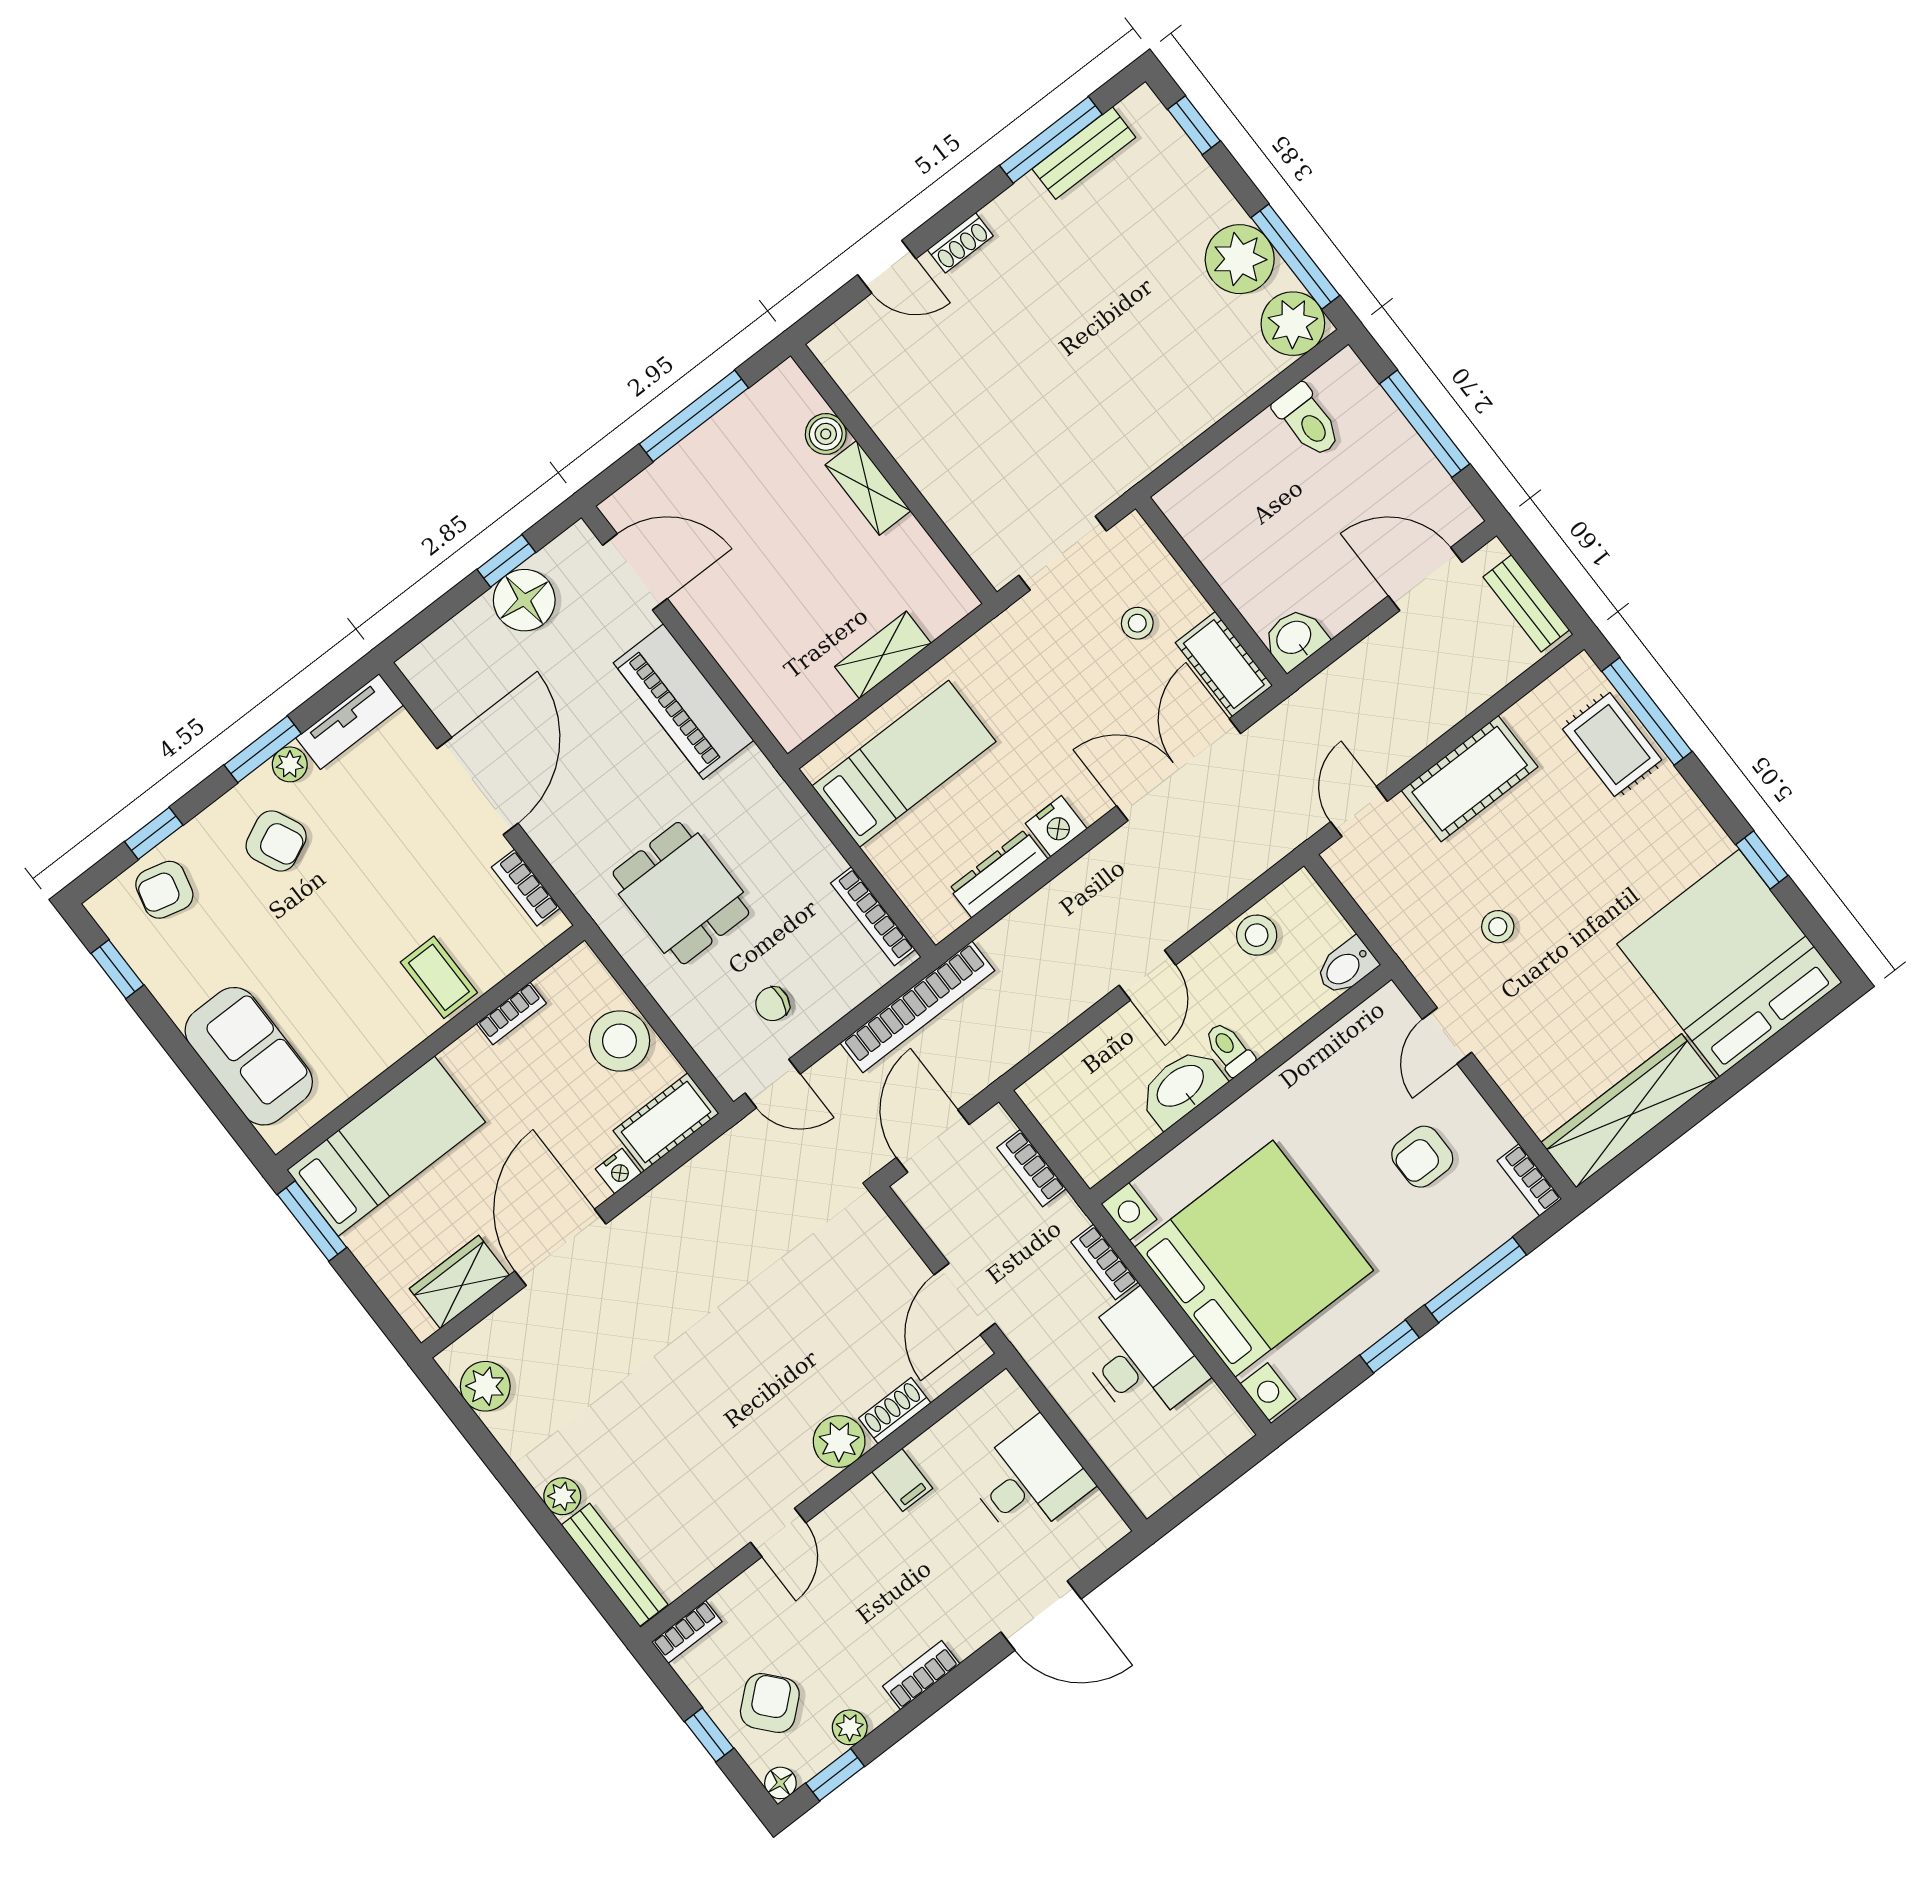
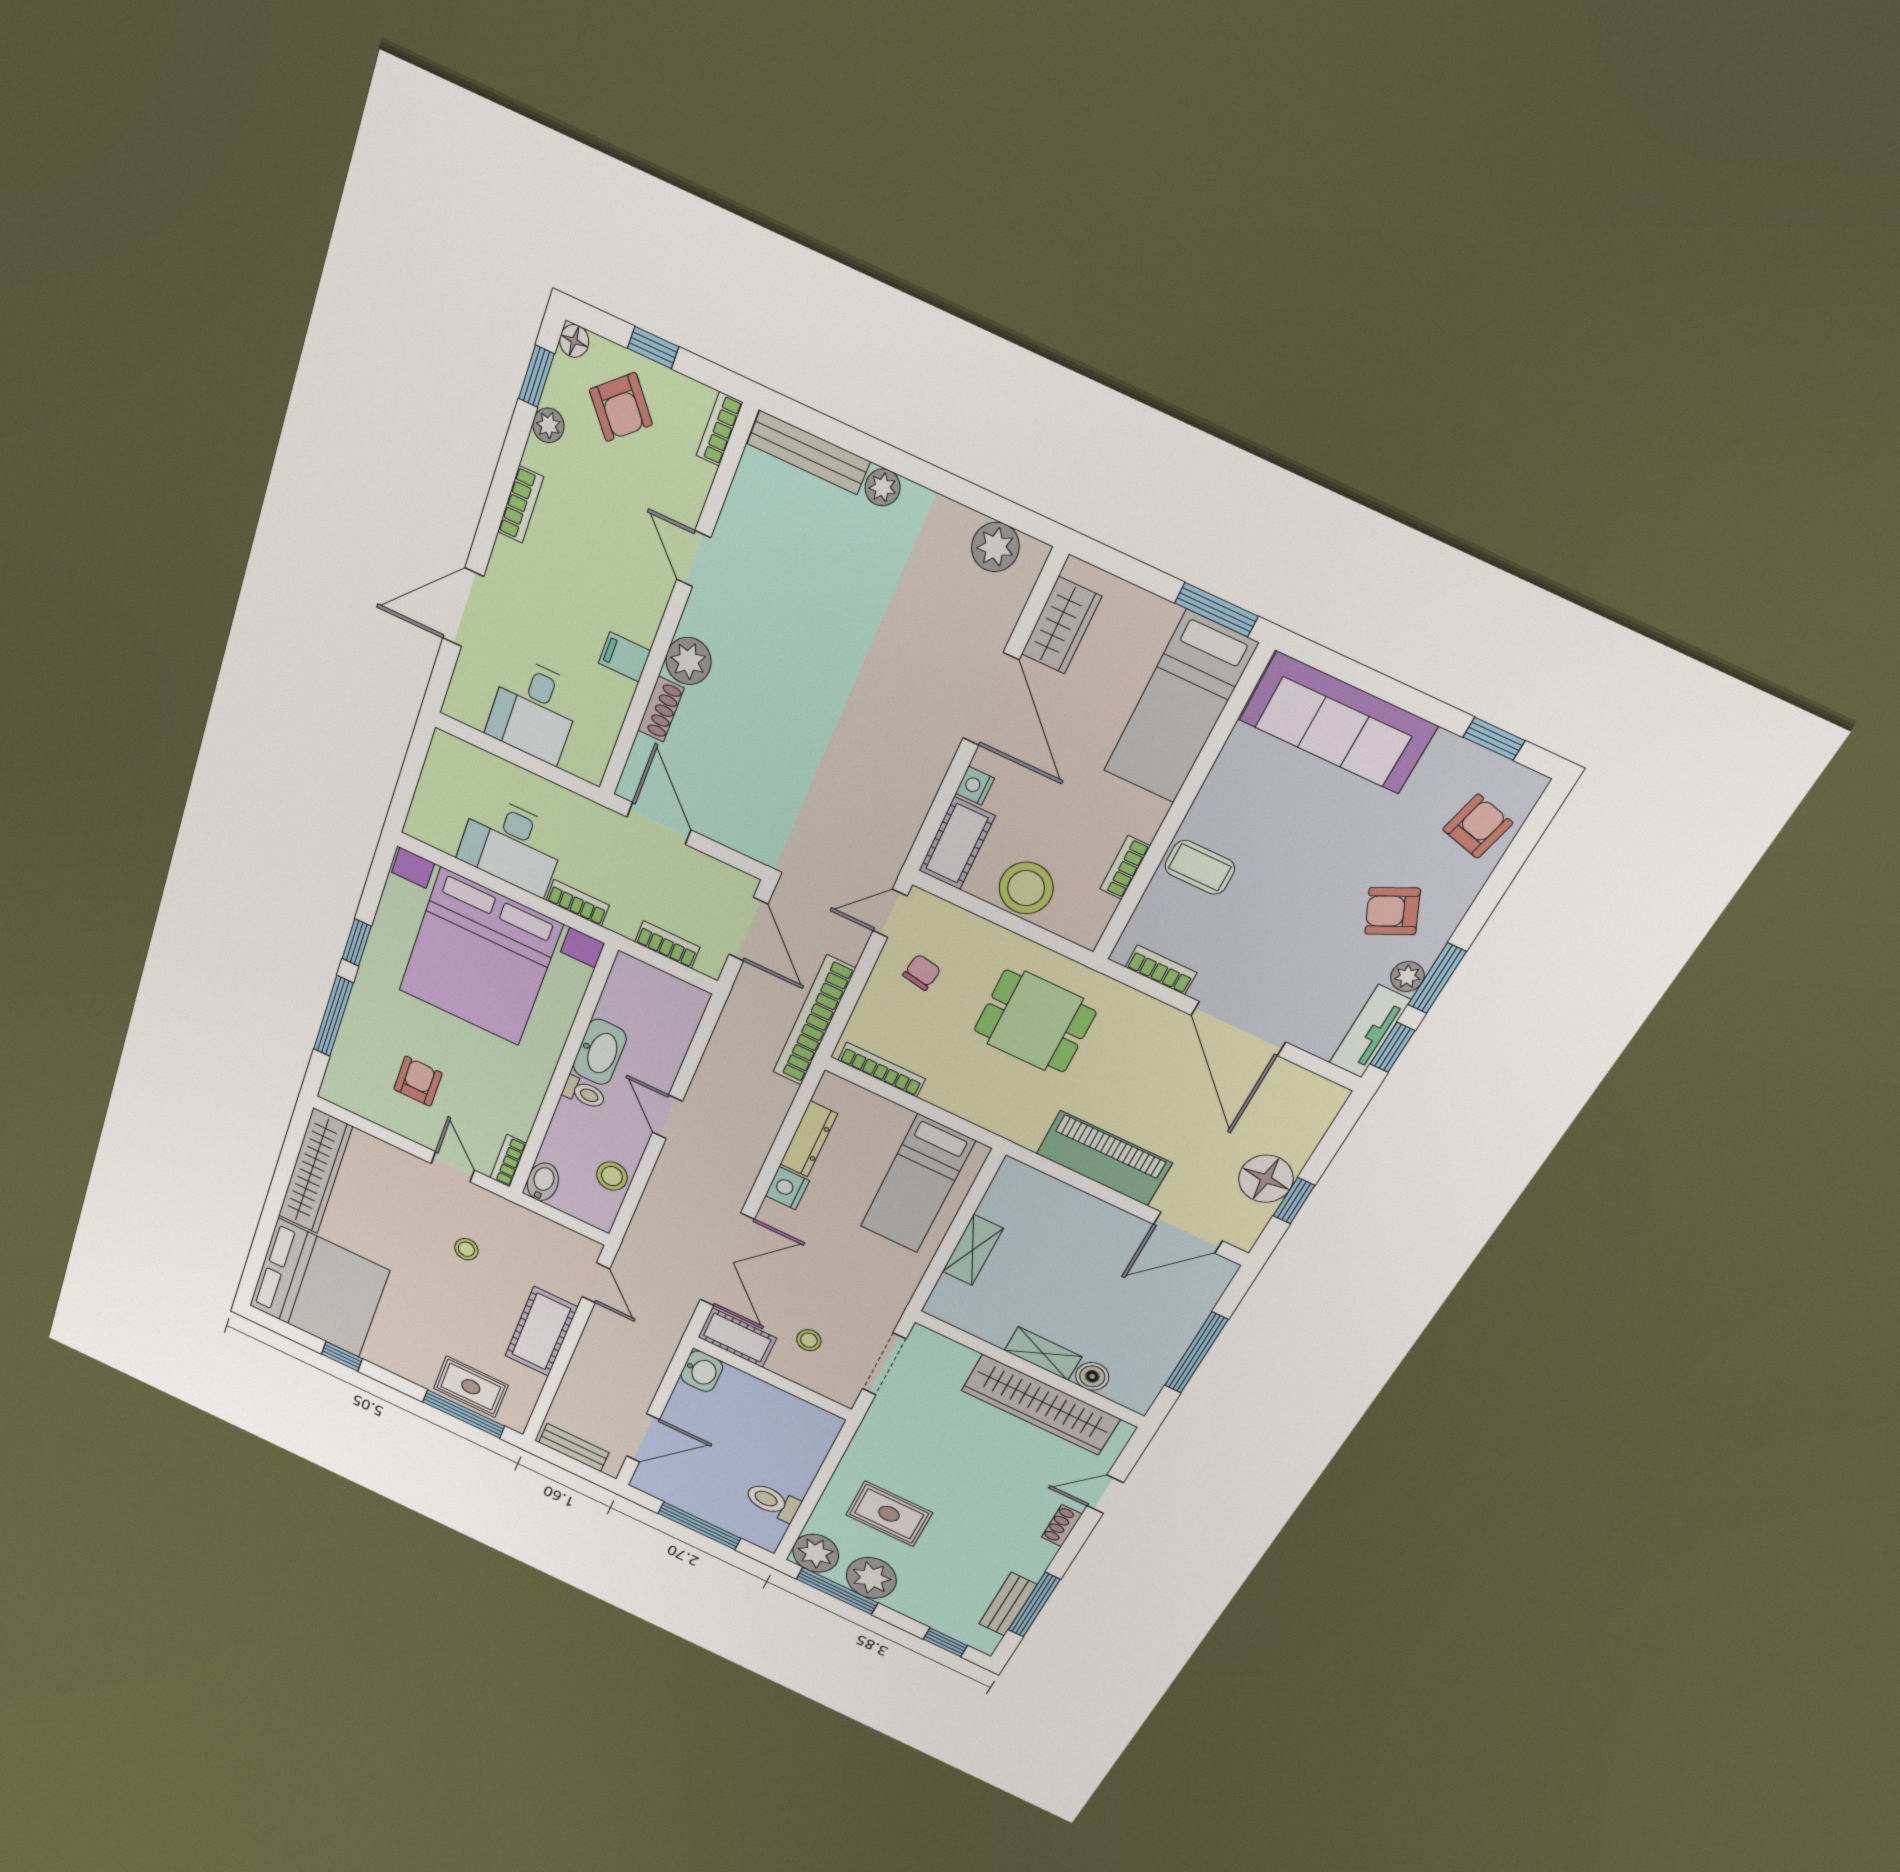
rug: (1167, 344) -> (889, 1514), added
wardrobe: (904, 421) -> (1041, 1405), added
window: (154, 833) -> (1392, 1047), moved
sofa: (249, 1056) -> (1338, 723), width x1.36
bookcase: (1529, 1180) -> (508, 1161), moved, turned -90

